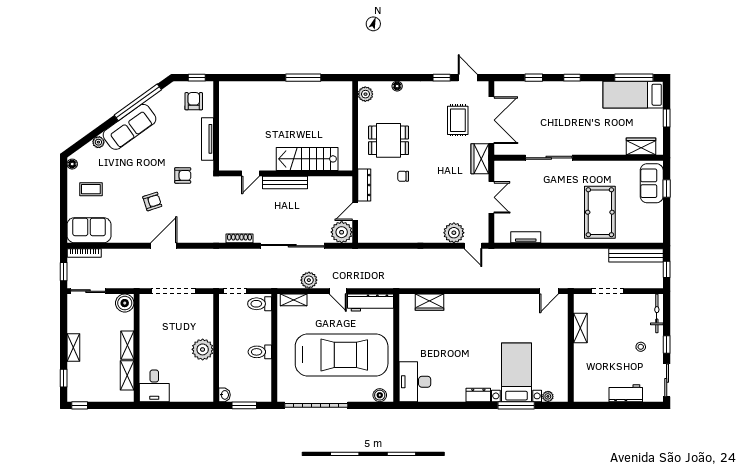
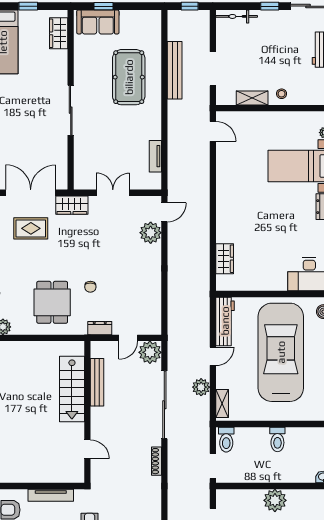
sliding door: (549, 158) -> (71, 110), moved
bench: (285, 182) -> (97, 382), moved
dresser: (364, 185) -> (100, 328), width x0.70
door: (355, 212) -> (128, 338), hinge flipped
pool table: (600, 212) -> (129, 77), turned 90
bench: (636, 255) -> (175, 70), moved
stool: (641, 347) -> (282, 94), moved

